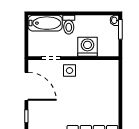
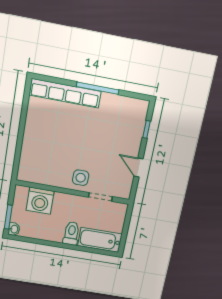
washing machine: (87, 47) -> (40, 201), moved
door: (26, 86) -> (138, 168), width x0.53

